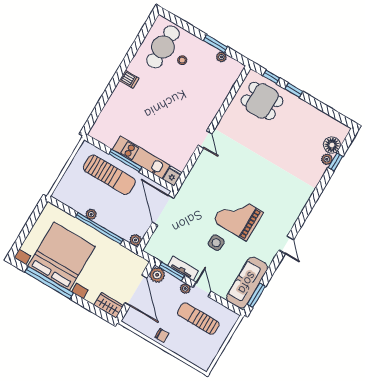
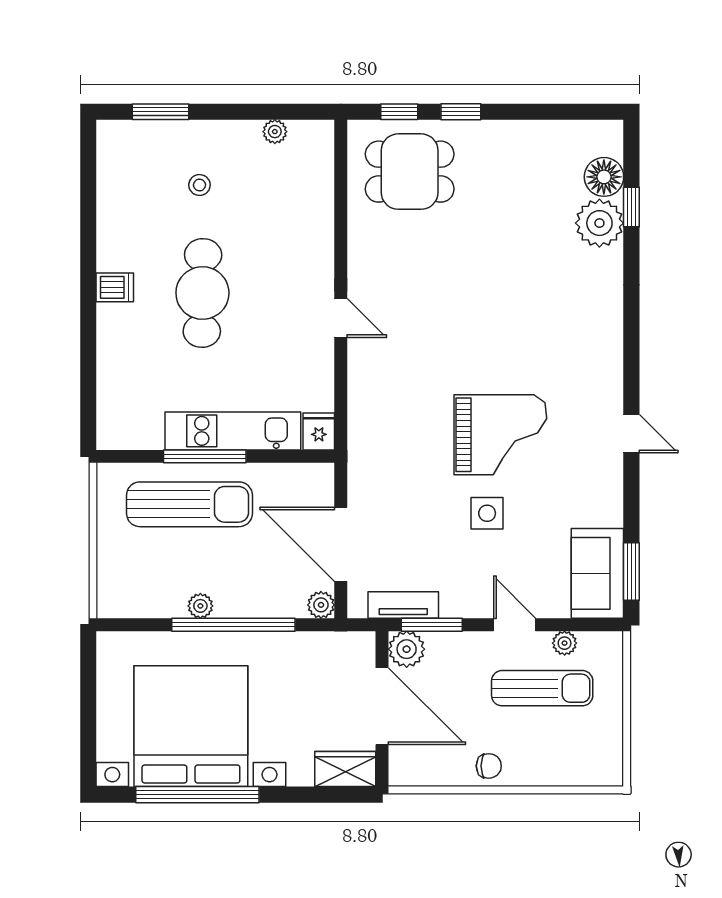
window: (215, 44) -> (160, 112), moved
cafe table: (163, 47) -> (202, 293), moved
plant: (327, 159) -> (599, 223), width x1.88, depth x1.88
door: (163, 210) -> (341, 544), moved
grand piano: (238, 217) -> (500, 435), turned 180
tv unit: (183, 268) -> (403, 605), moved
sofa: (247, 283) -> (597, 573), width x0.73
plant: (185, 288) -> (565, 643), moved
sun lounger: (198, 319) -> (542, 688), turned 180

